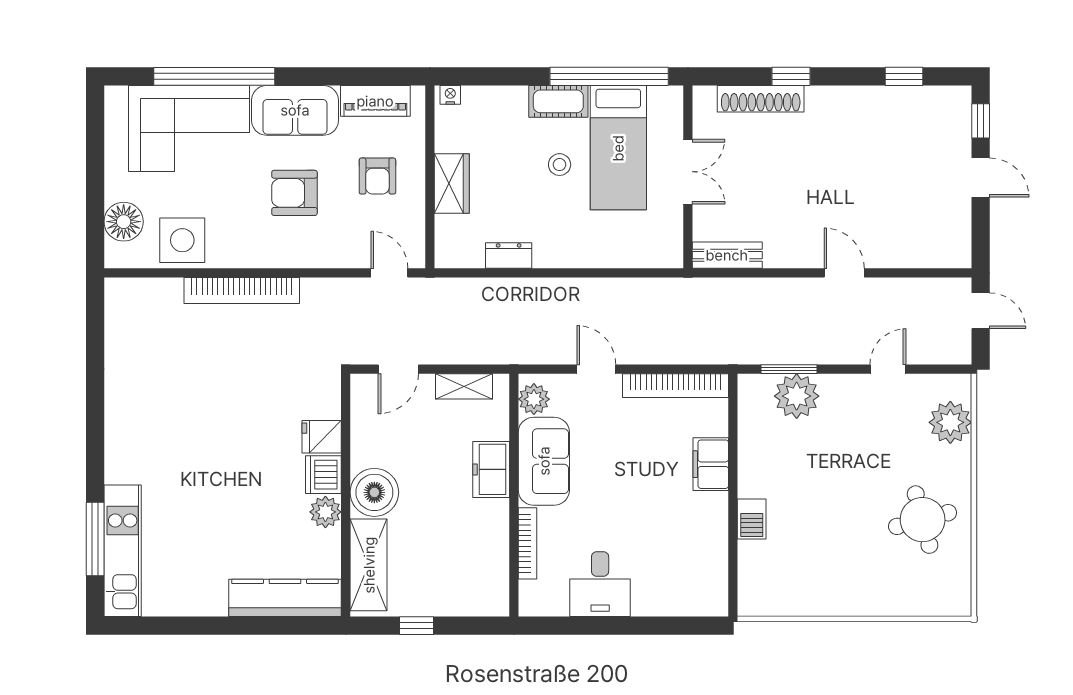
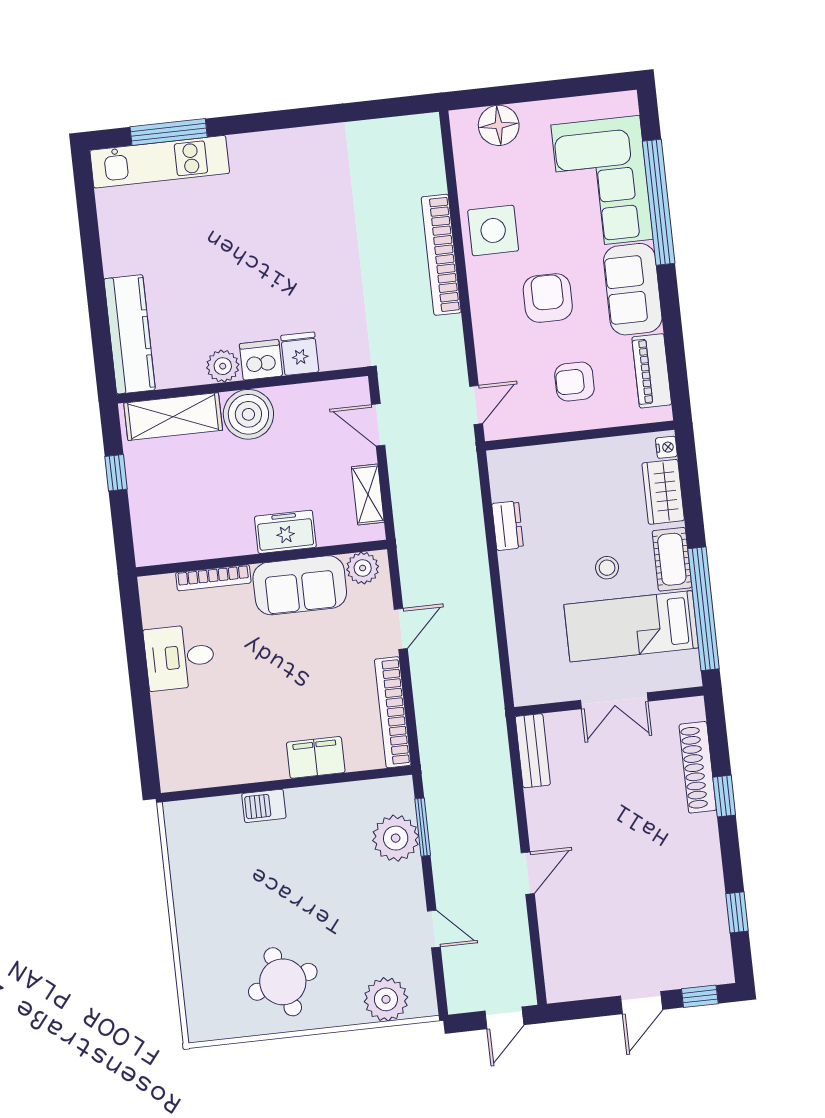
wardrobe: (452, 184) -> (663, 492), moved, turned 90
side table: (182, 240) -> (493, 230), moved

